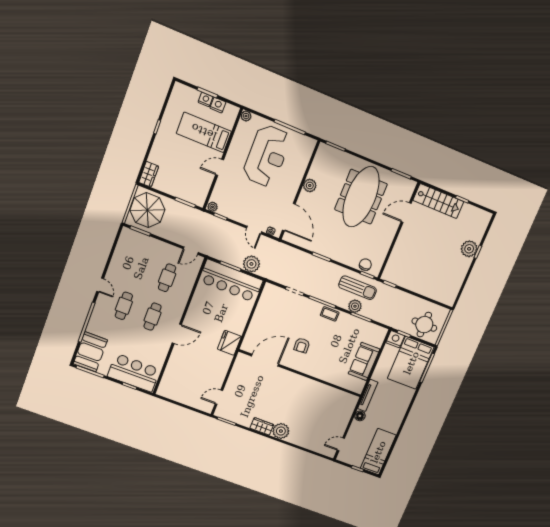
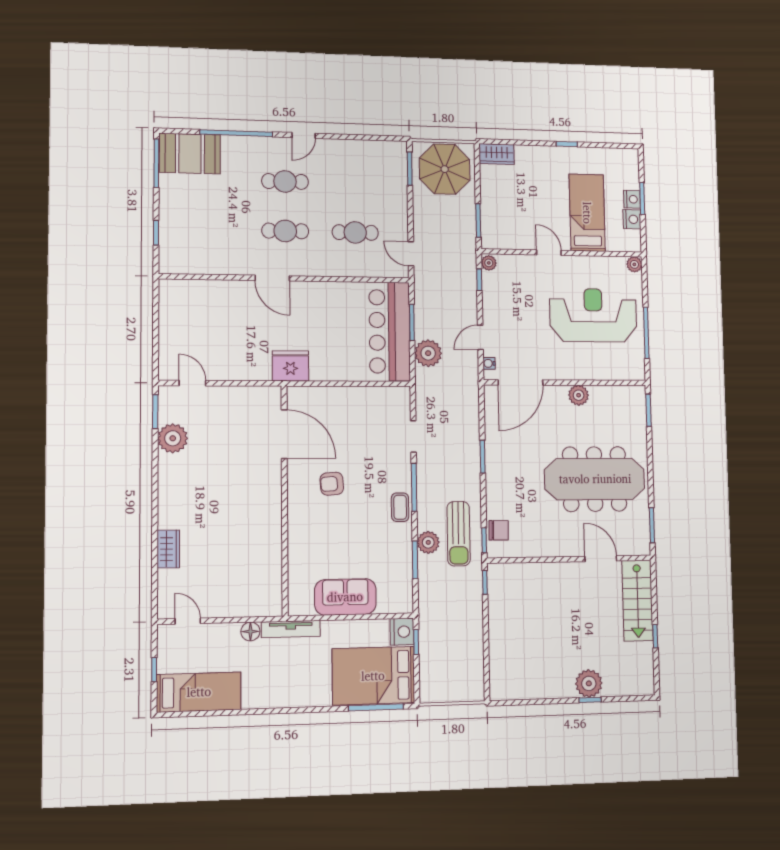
reception desk: (267, 156) -> (593, 315), turned 180
round table: (424, 325) -> (444, 669), removed
bar counter: (134, 373) -> (181, 232), removed
wardrobe: (262, 426) -> (168, 549), moved
plant: (281, 431) -> (173, 438), moved

